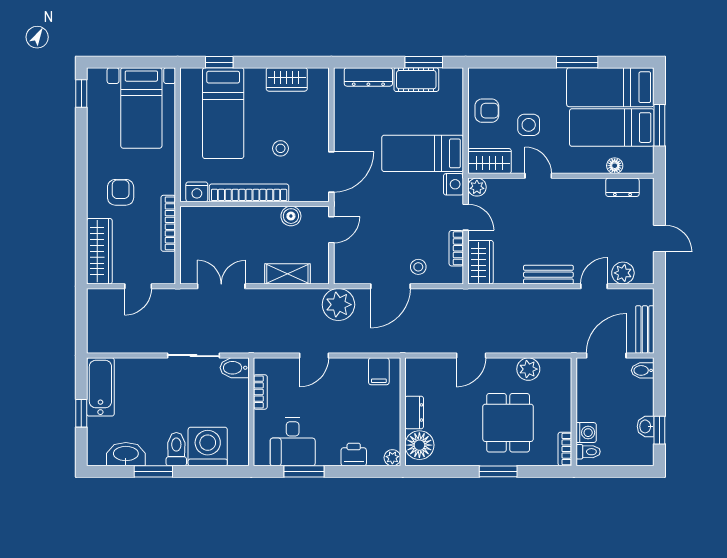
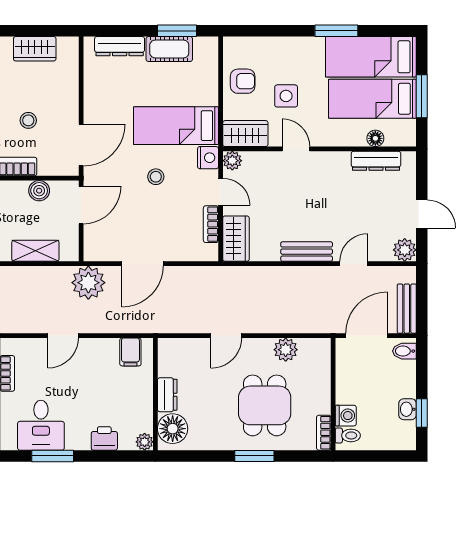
dresser: (622, 187) -> (376, 161), width x1.44
door: (331, 230) -> (81, 205), width x1.38
stool: (418, 267) -> (156, 177), moved
plant: (623, 273) -> (405, 250), moved

